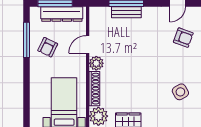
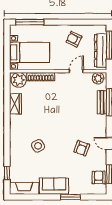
window: (27, 40) -> (30, 22), moved
door: (88, 44) -> (76, 71), hinge flipped
plant: (96, 63) -> (98, 78), moved

